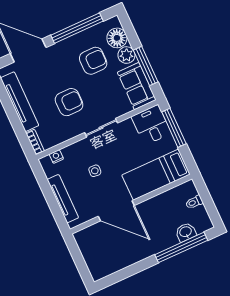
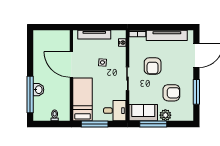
window: (77, 28) -> (196, 92), width x0.68
floor lamp: (117, 38) -> (179, 114), removed
armchair: (93, 61) -> (171, 93), turned -90
window: (174, 128) -> (95, 124), moved
door: (116, 211) -> (71, 64), hinge flipped
washbasin: (186, 232) -> (38, 90), moved

